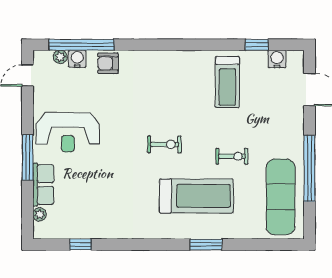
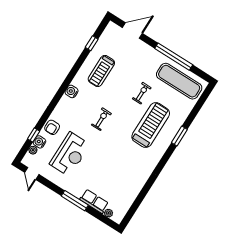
window: (82, 45) -> (34, 135), width x0.32
water cooler: (277, 59) -> (72, 91), moved
treadmill: (227, 82) -> (101, 71), turned 90
reception desk: (68, 132) -> (70, 154), moved
exercise bike: (164, 144) -> (101, 119), moved
window: (80, 245) -> (138, 202), removed

